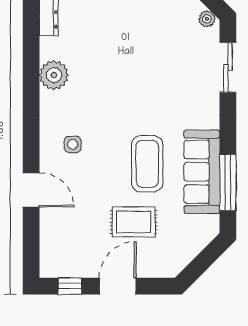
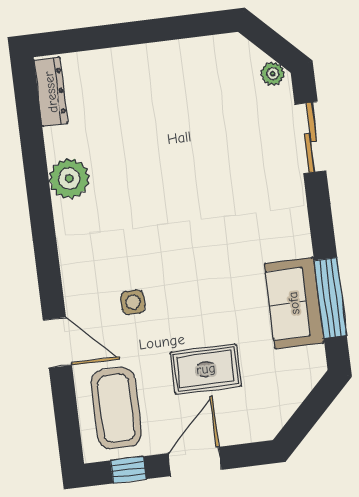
side table: (73, 144) -> (133, 302), moved
coffee table: (147, 164) -> (116, 408), moved
sofa: (202, 172) -> (294, 303), width x0.73

